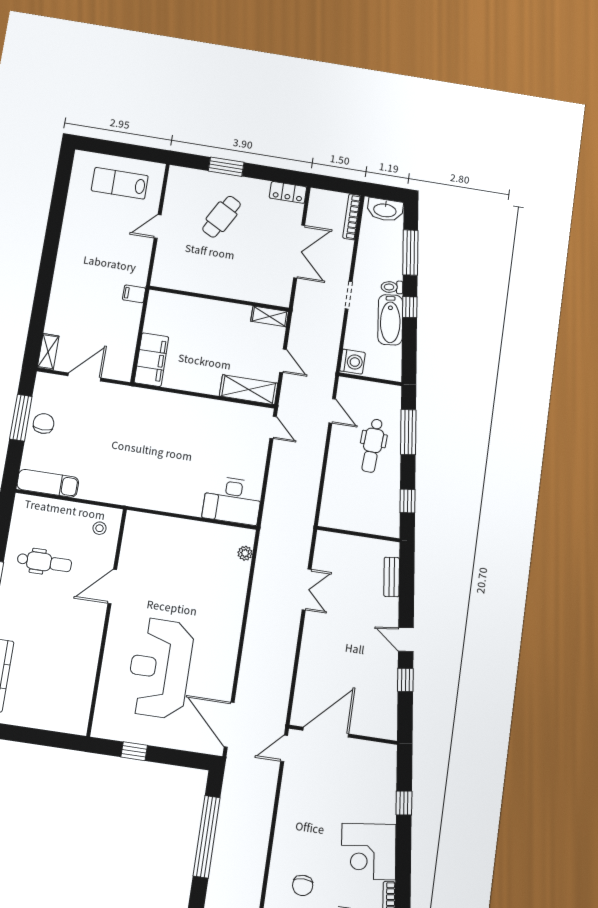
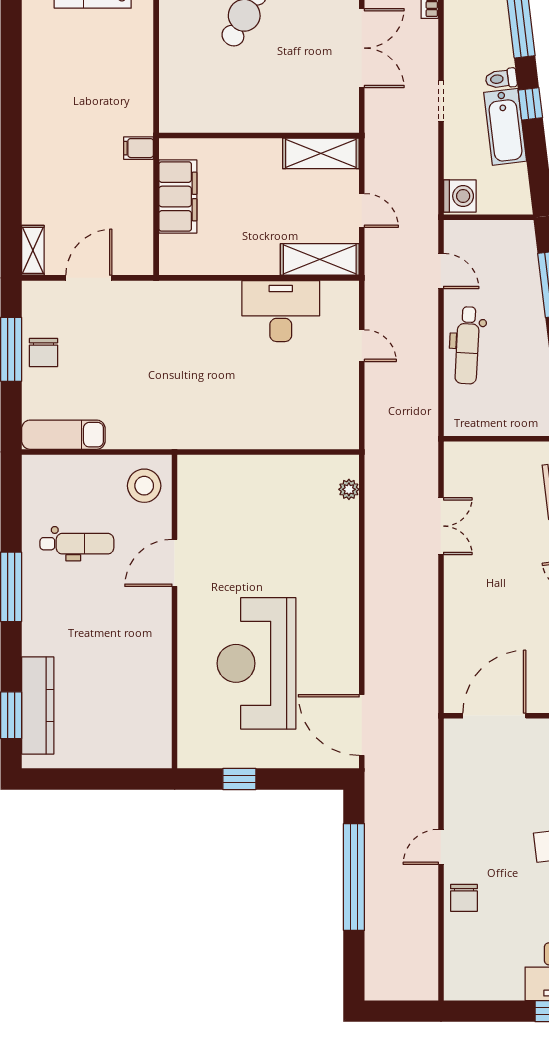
door: (158, 227) -> (156, 45), removed
shelving: (270, 316) -> (321, 153), width x1.50, depth x1.33
filing cabinet: (151, 360) -> (178, 197), moved
chair: (44, 423) -> (43, 352), turned 180
door: (273, 427) -> (362, 346), moved
dental chair: (373, 446) -> (467, 345), moved
desk: (232, 500) -> (281, 311), moved, turned 180
stool: (100, 528) -> (144, 486), width x1.89, depth x1.89
door: (284, 748) -> (441, 847), moved
chair: (303, 885) -> (464, 898), moved

